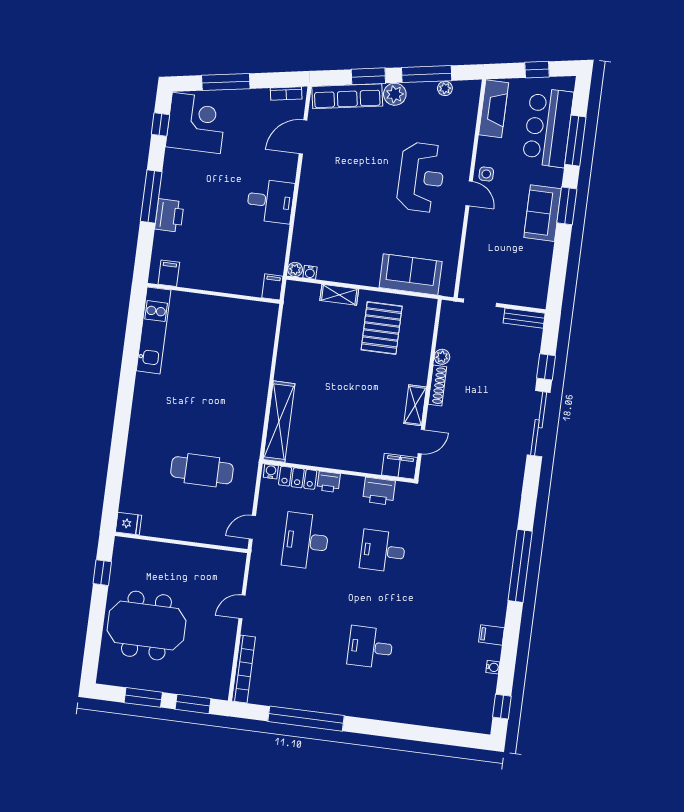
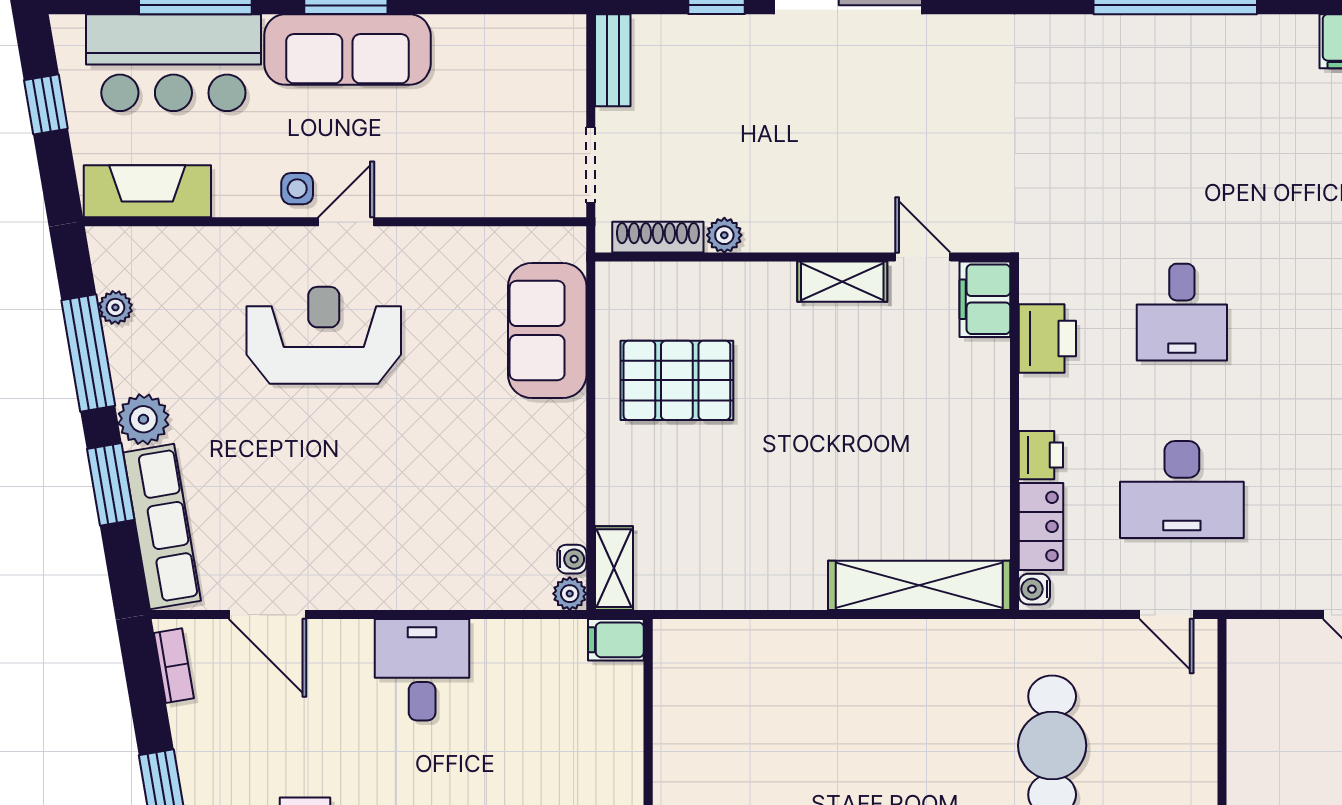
sofa: (543, 213) -> (347, 49), width x1.36
shelving: (339, 295) -> (614, 568), moved
shoe rack: (437, 385) -> (658, 237), moved

